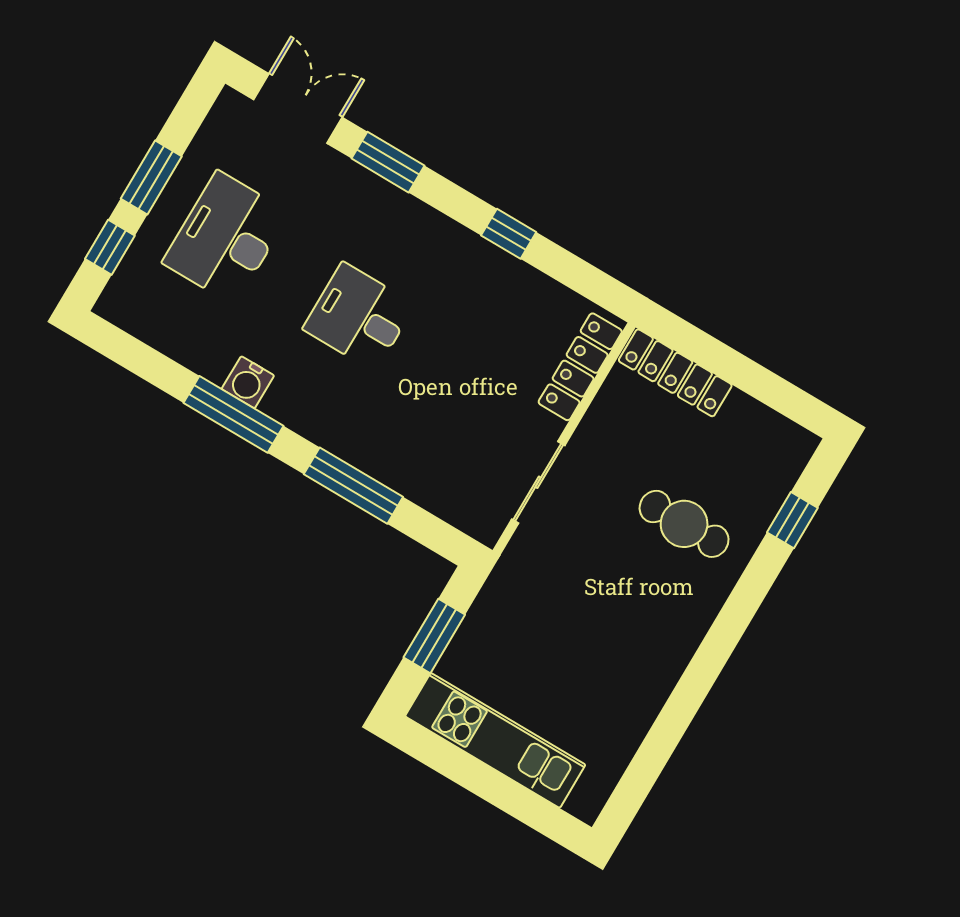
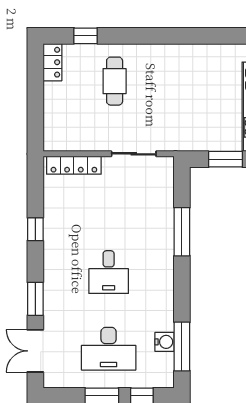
locker: (675, 373) -> (52, 62), moved, width x0.66
water cooler: (248, 382) -> (165, 342), moved
window: (233, 414) -> (182, 346), moved

